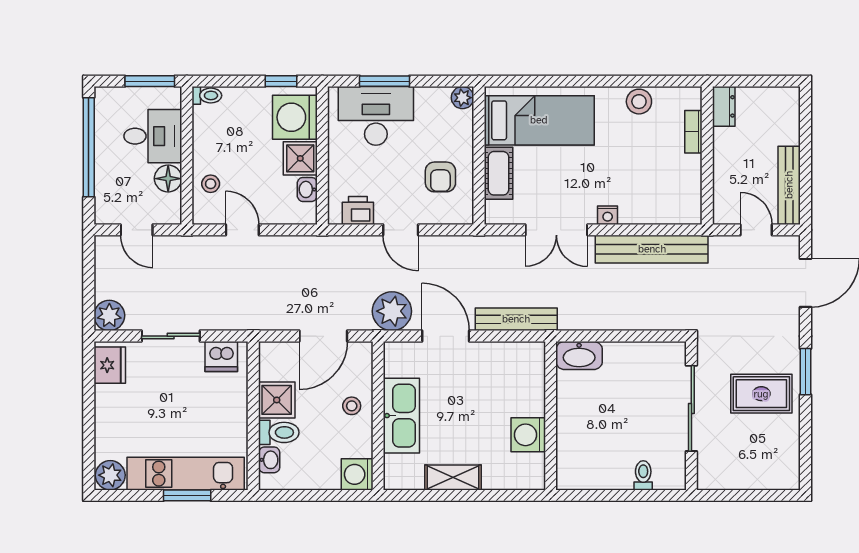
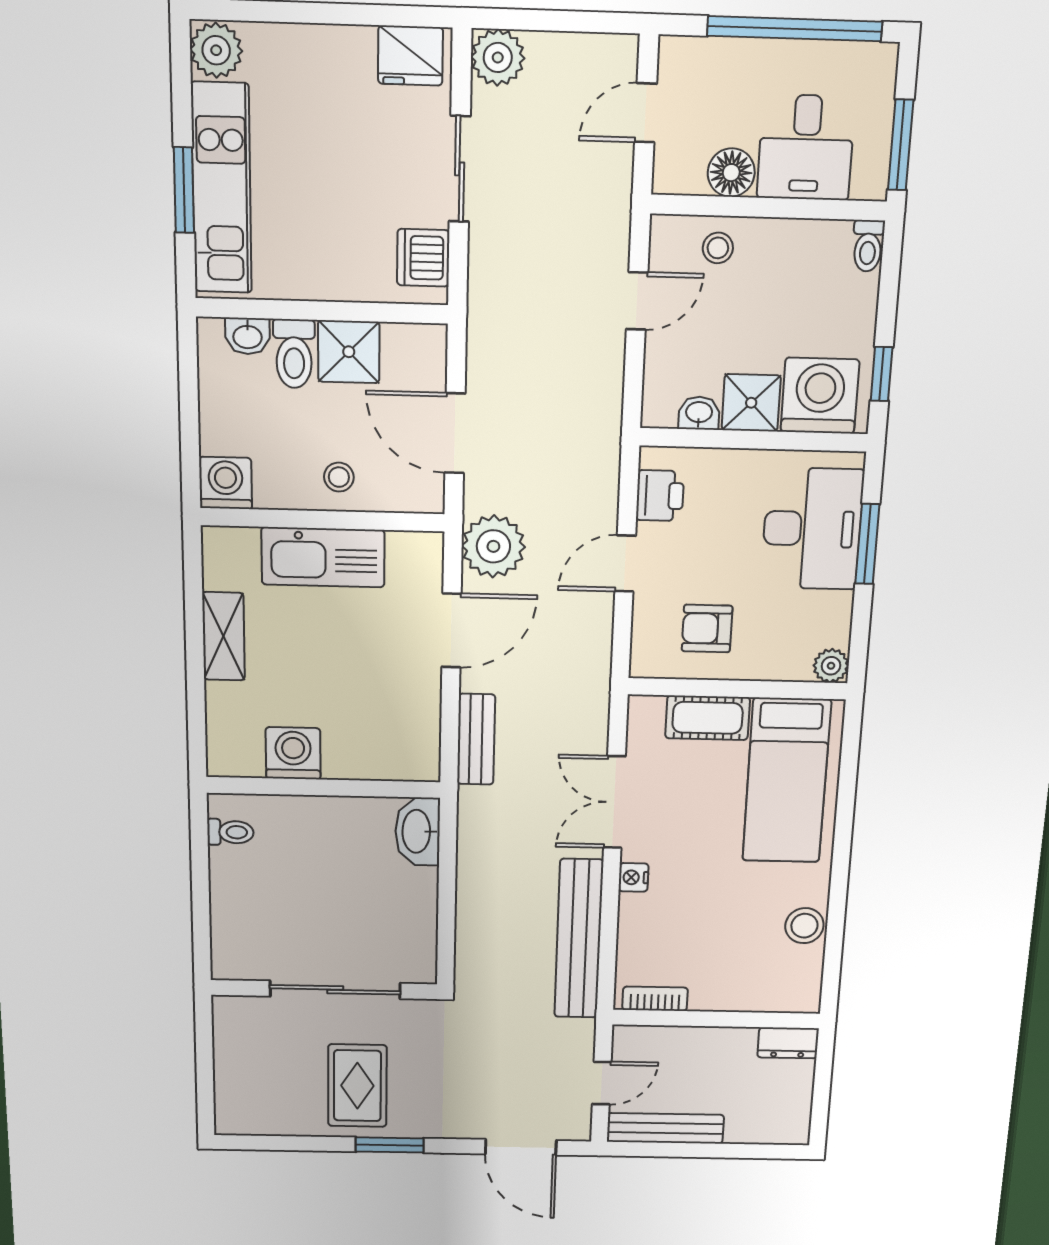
bookcase: (693, 132) -> (655, 999), moved
bench: (516, 319) -> (476, 739), width x0.73
toilet: (643, 475) -> (230, 832), moved

